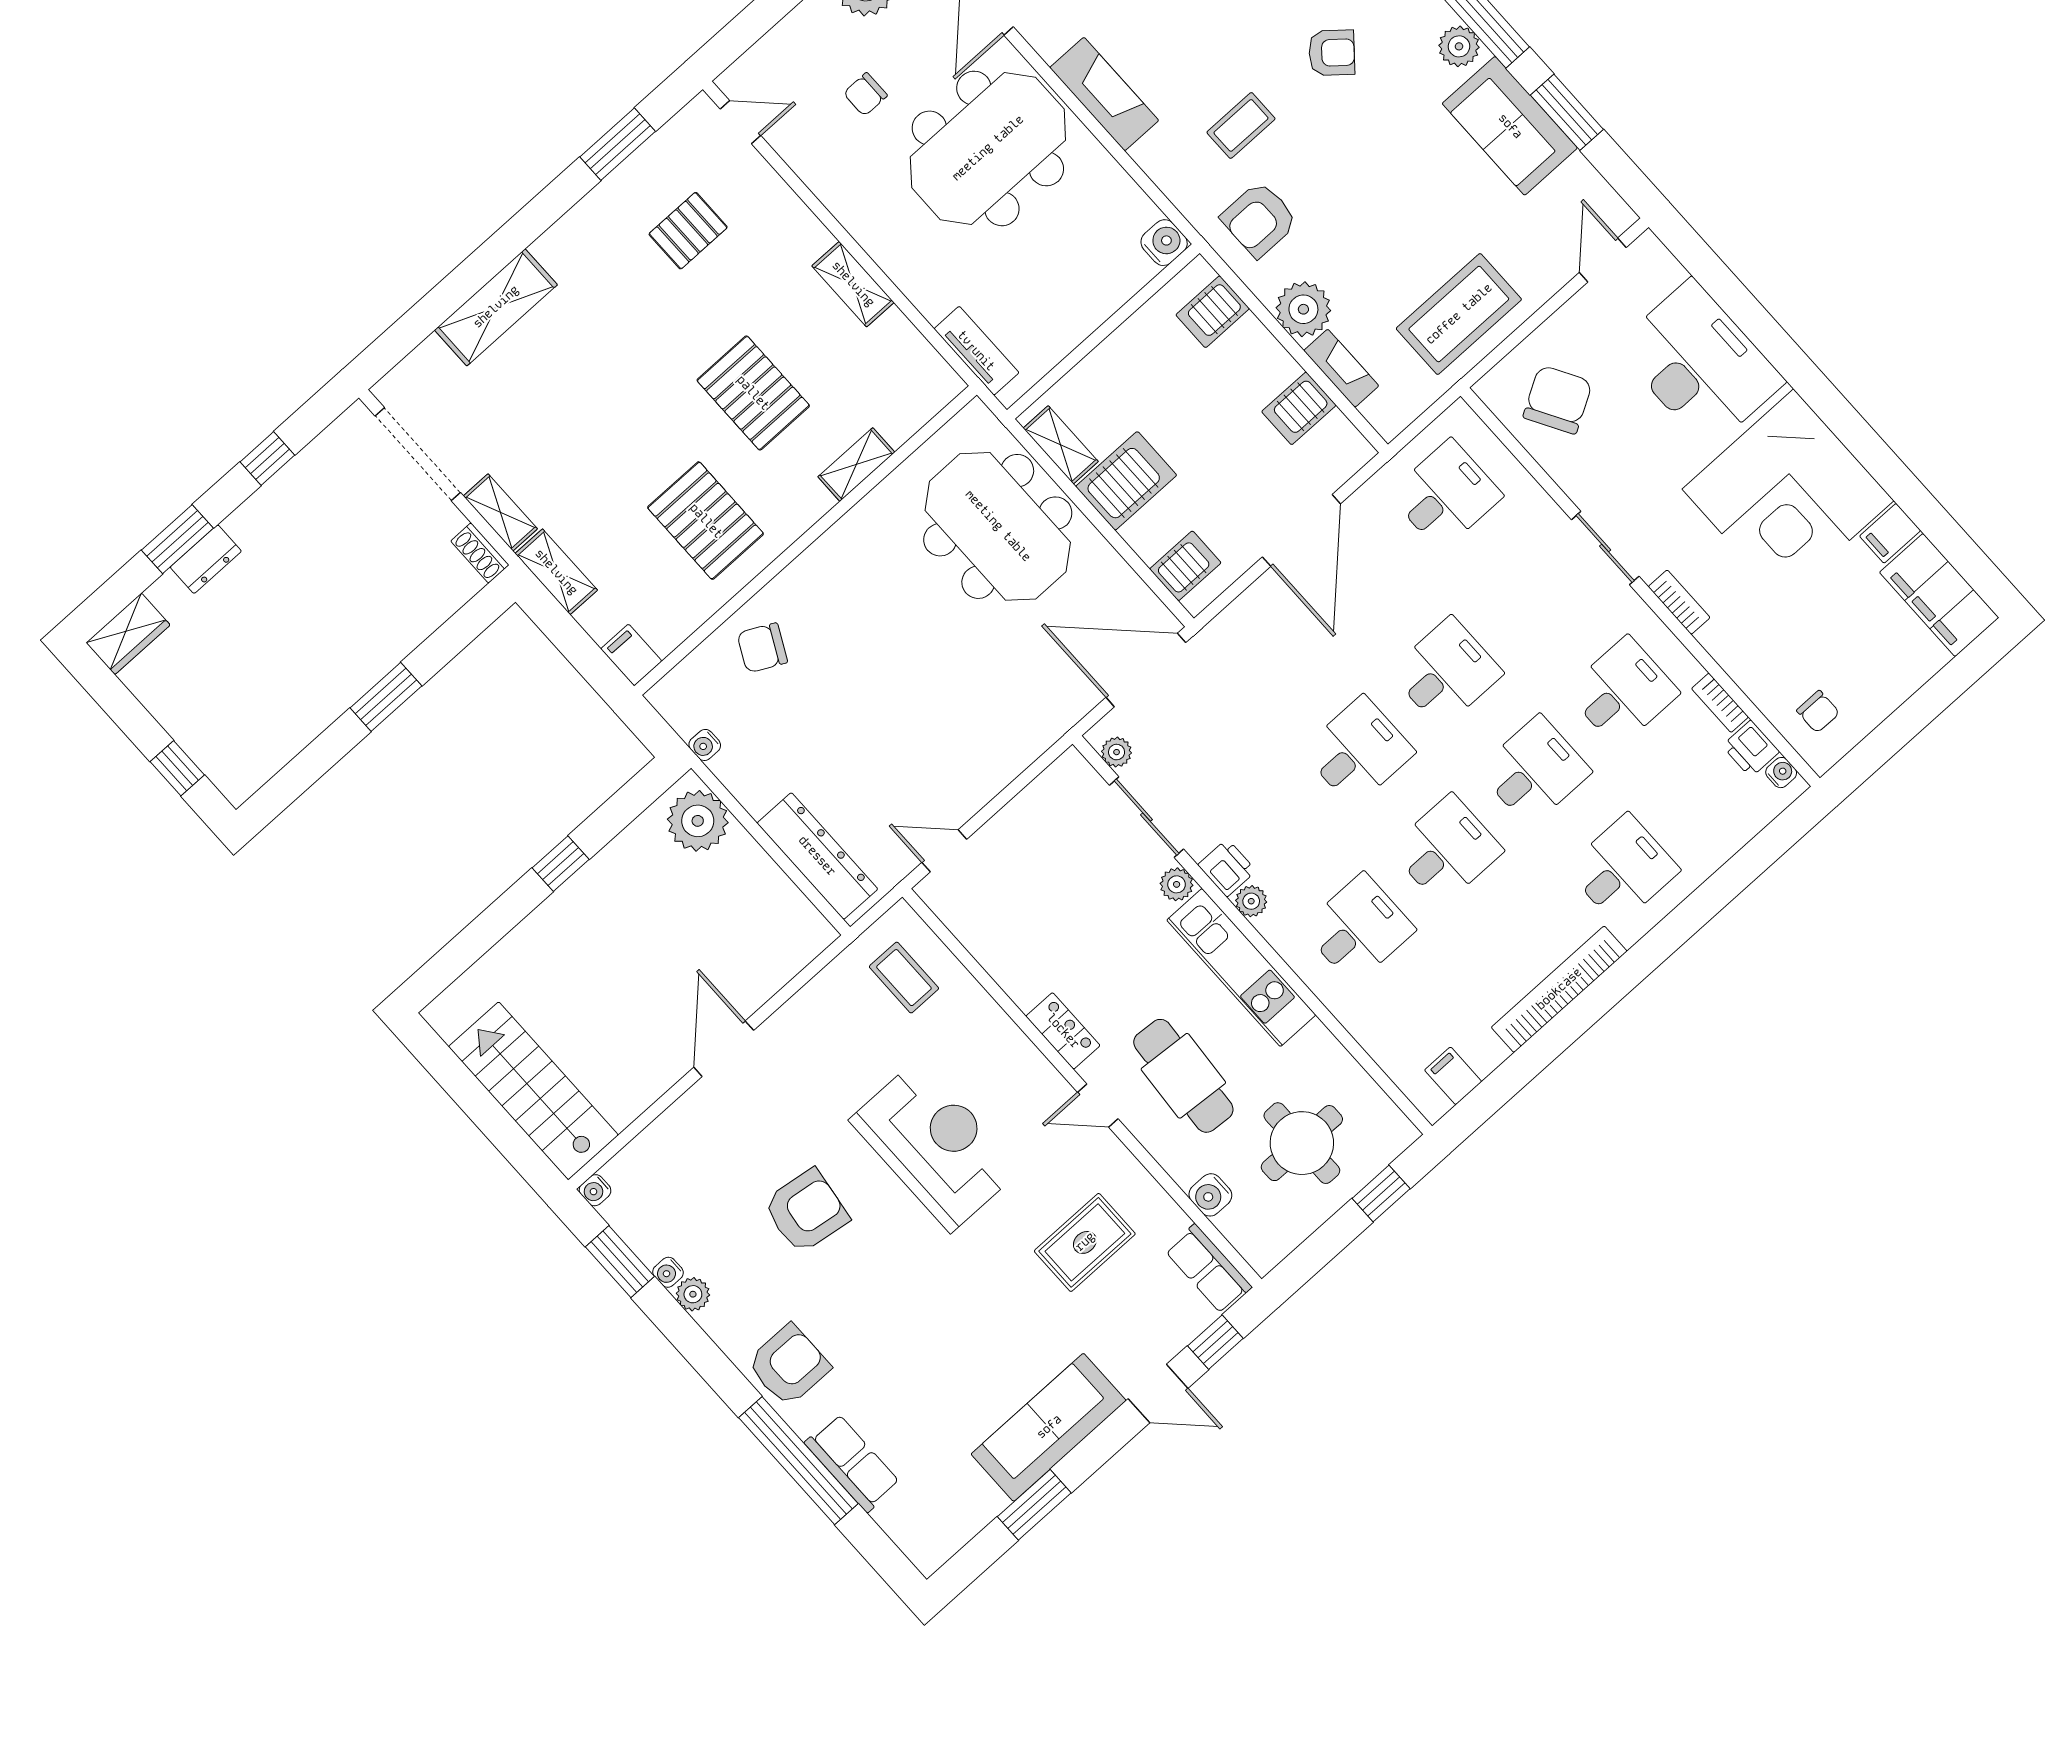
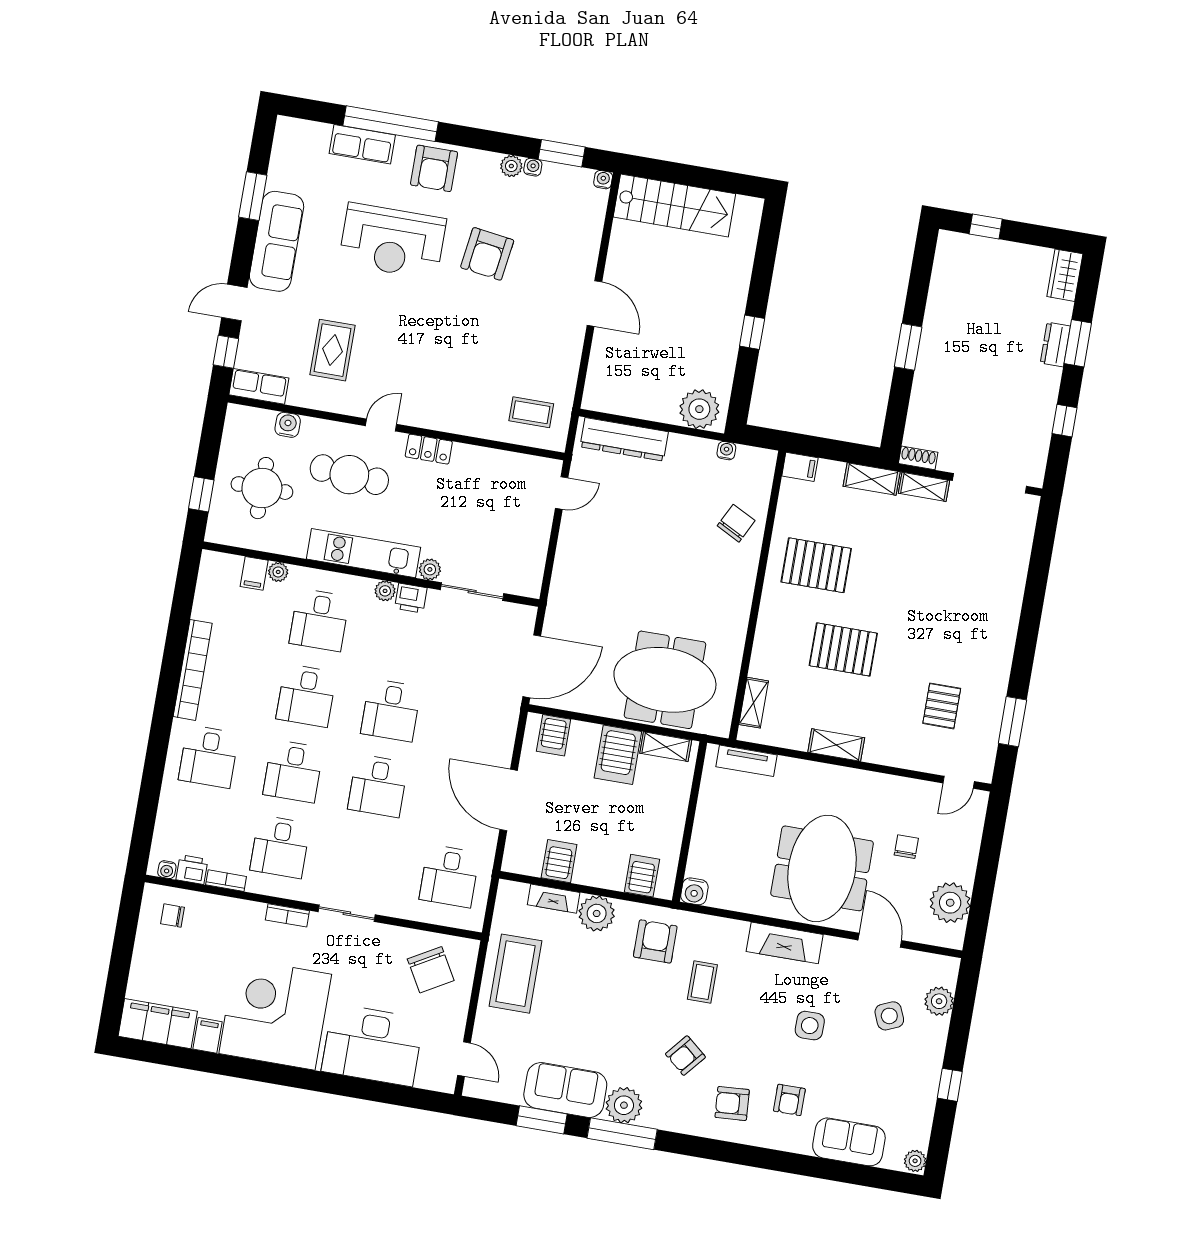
plant: (1459, 46) -> (624, 1105), width x1.36, depth x1.36
shelving: (496, 307) -> (1009, 590), removed
shelving: (856, 465) -> (754, 703), moved
plant: (1117, 752) -> (278, 572), moved
filing cabinet: (1453, 1076) -> (254, 573), moved, turned 90
reception desk: (935, 1145) -> (392, 241), moved

